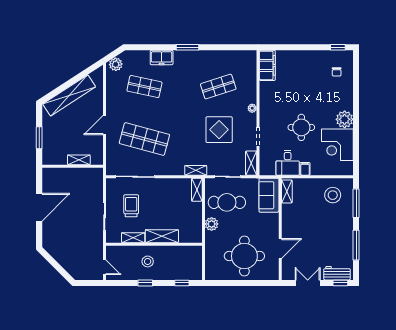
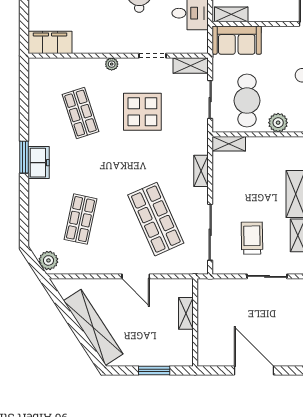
freezer: (162, 58) -> (39, 163), moved
shop shelf: (144, 139) -> (156, 219), turned -39
shelving: (196, 170) -> (201, 171), moved
trolley: (131, 206) -> (252, 238), turned 89

